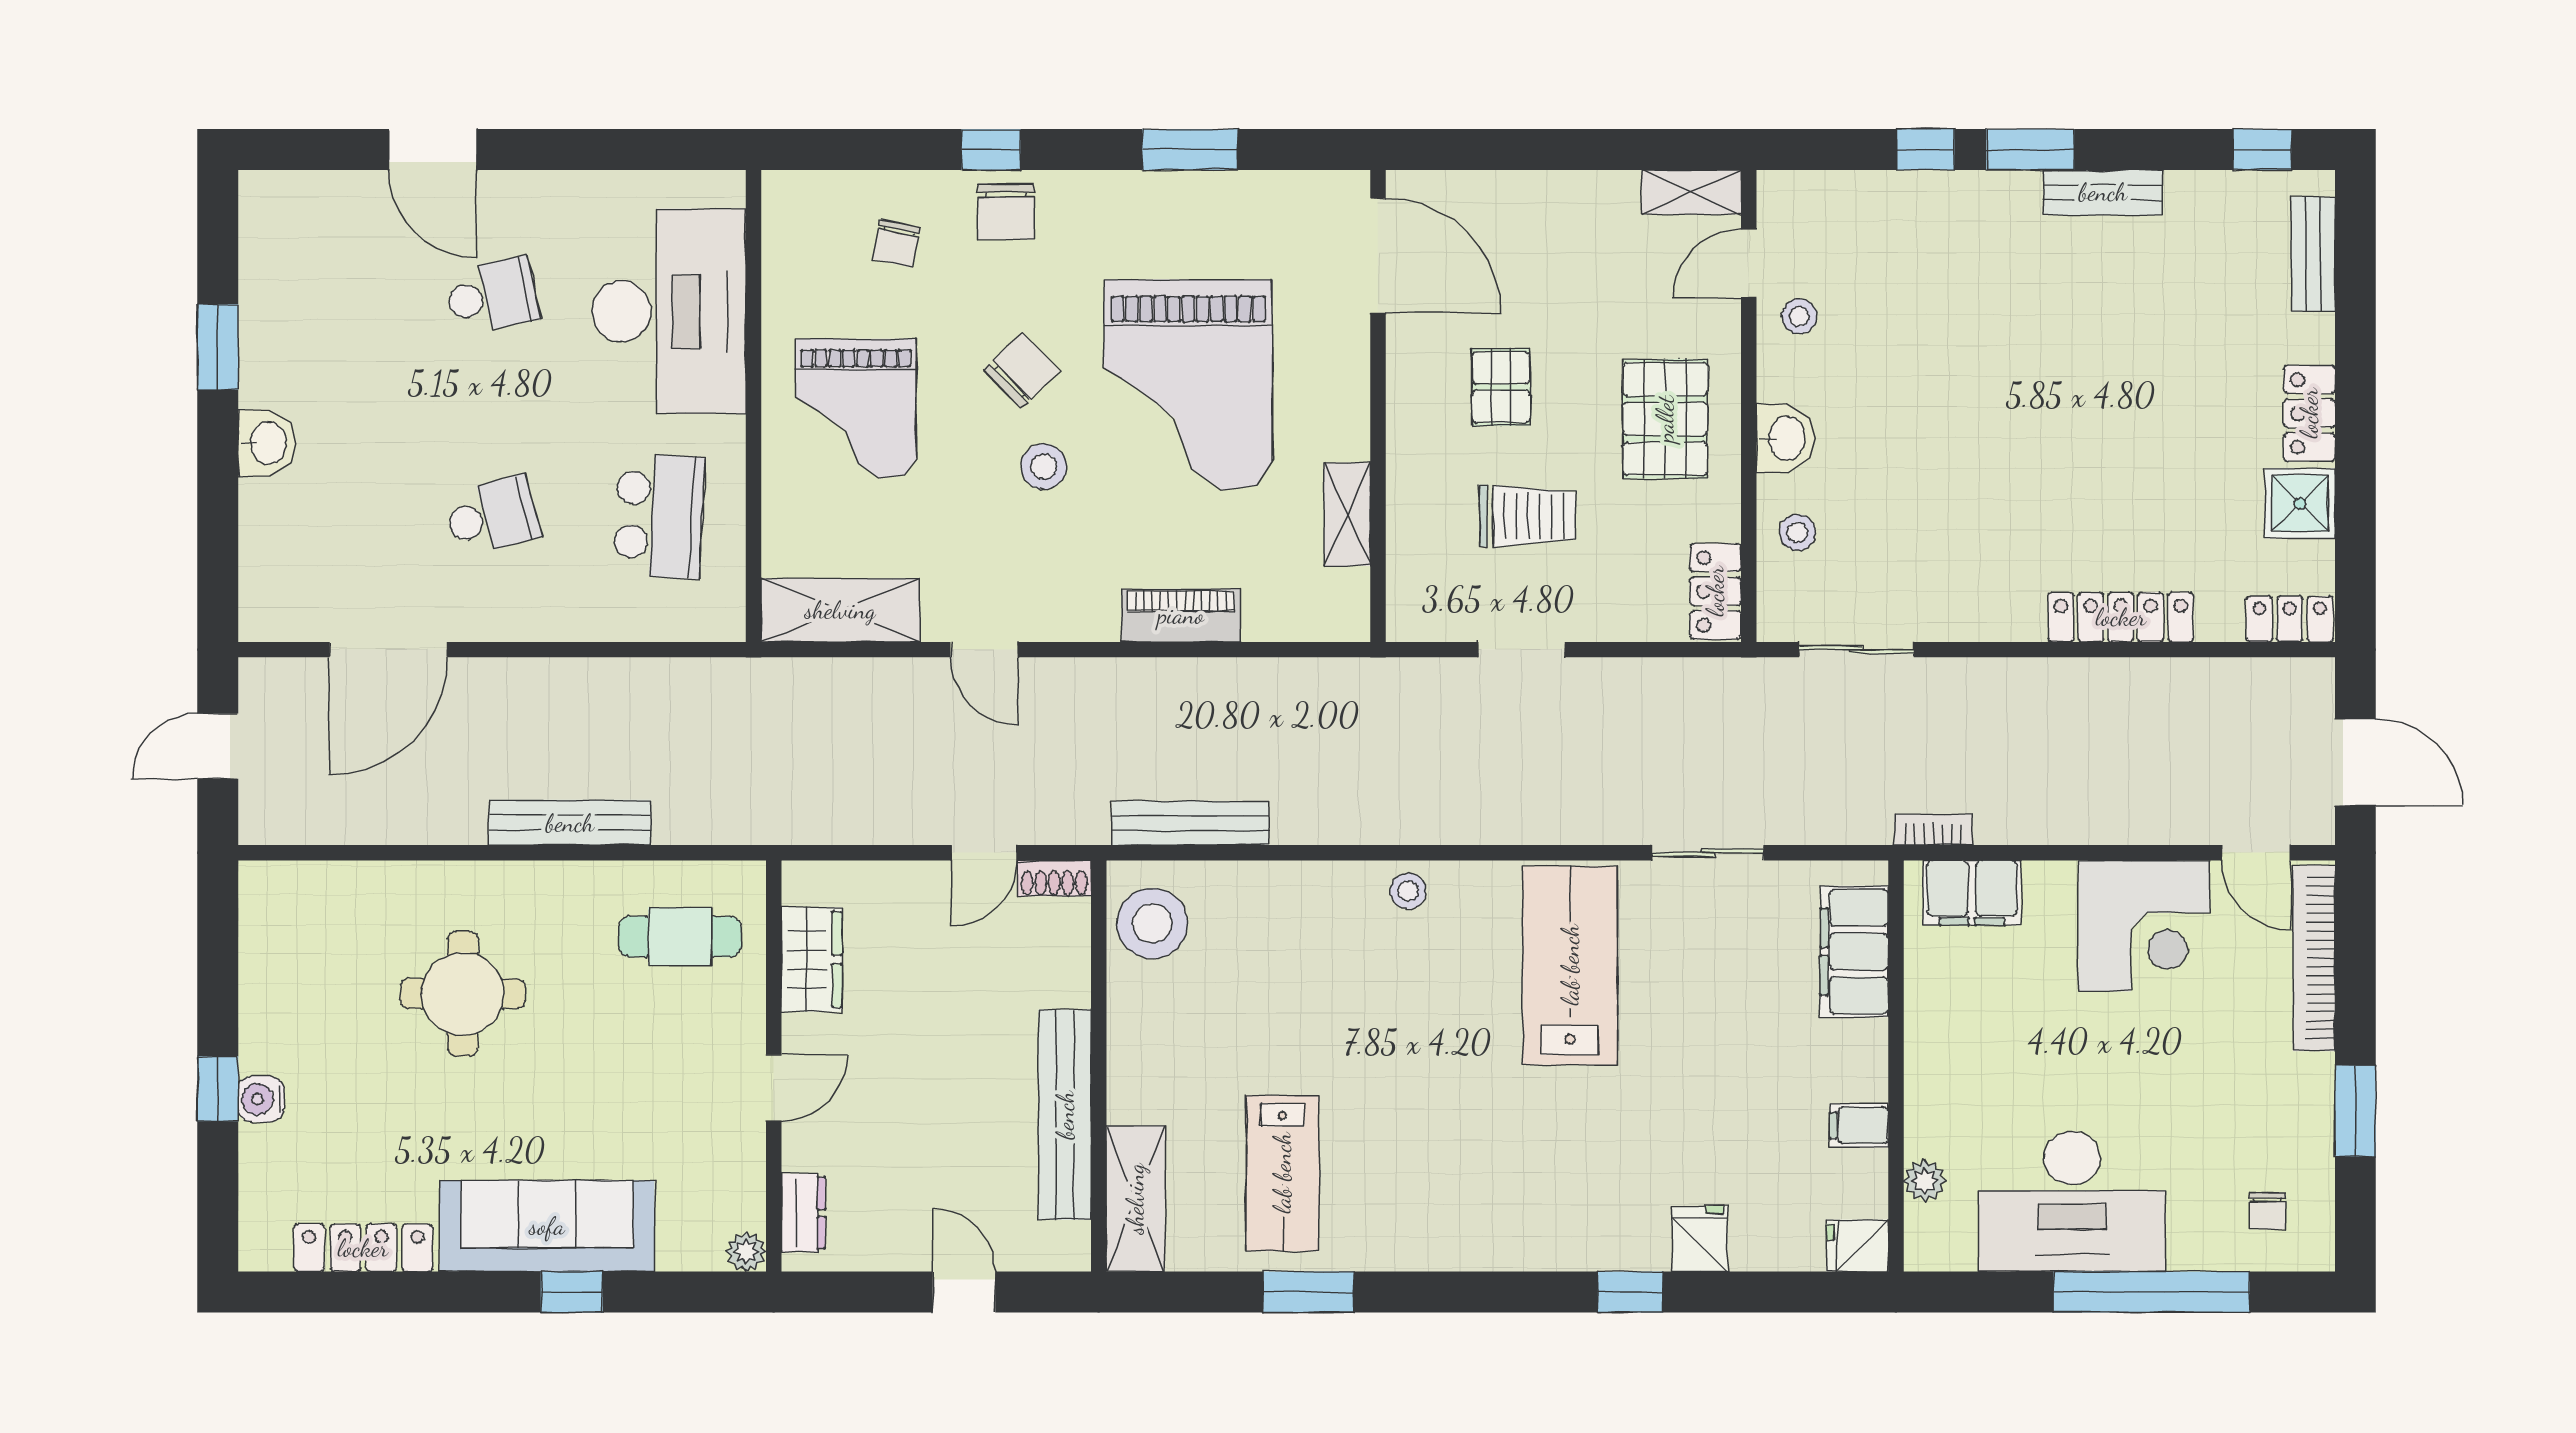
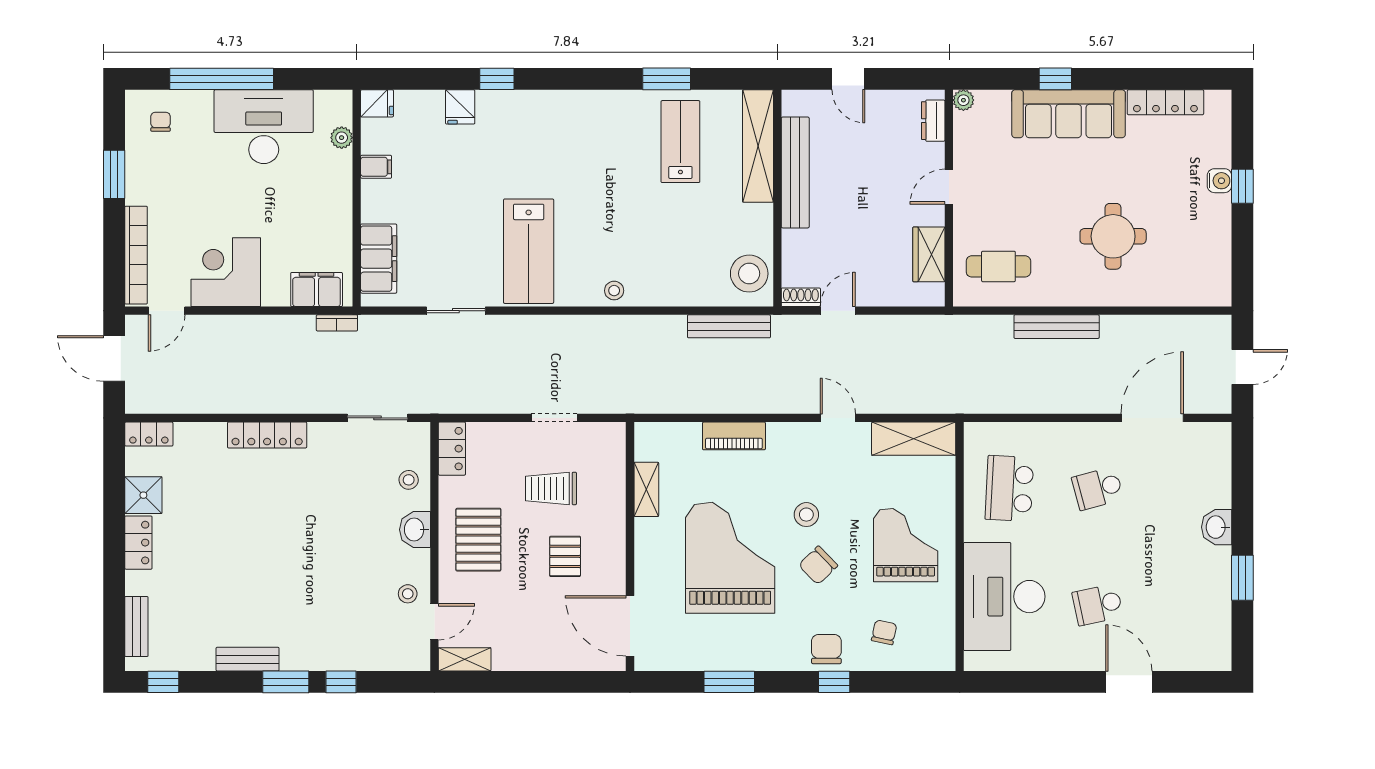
locker: (2121, 617) -> (267, 435), moved
door: (2256, 853) -> (167, 311), swing flipped
shelving: (1135, 1199) -> (758, 146), width x1.47

